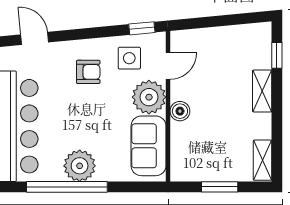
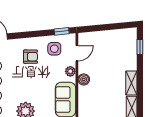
shelving: (262, 91) -> (131, 83), moved
plant: (149, 97) -> (70, 71), width x0.53, depth x0.53

